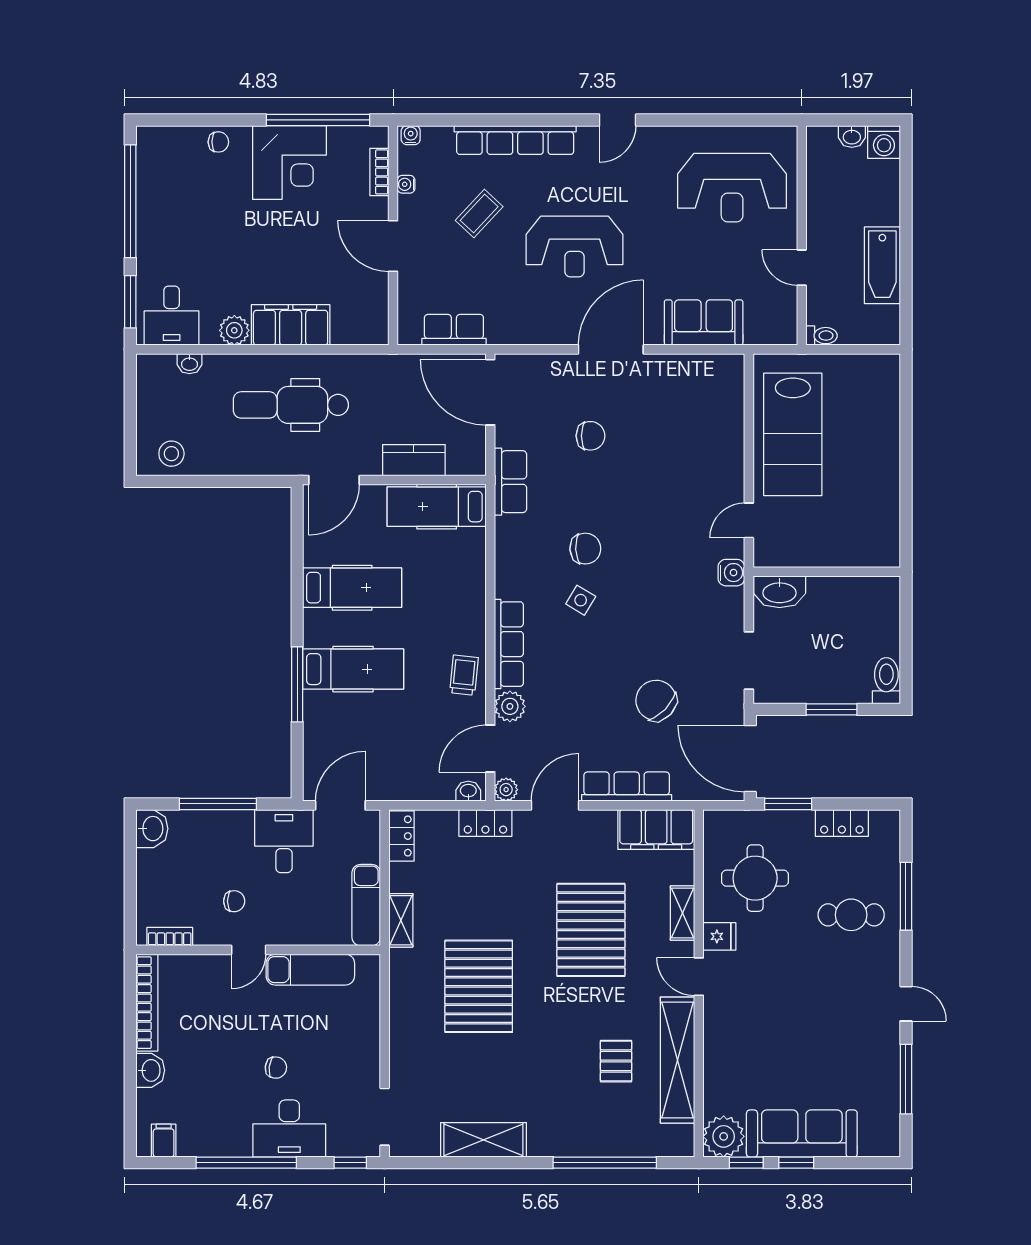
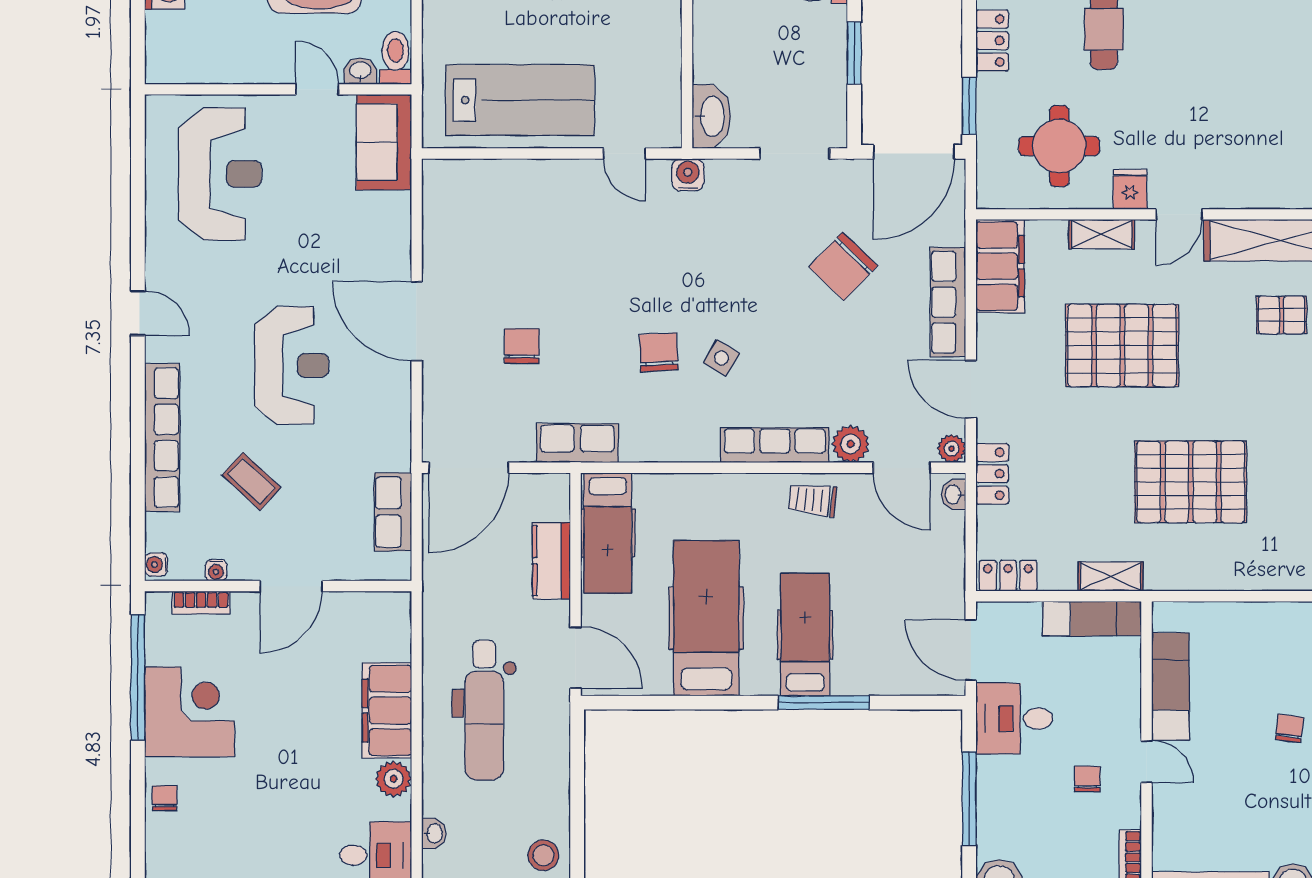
washbasin: (852, 136) -> (360, 71), moved, turned -90
door: (802, 268) -> (317, 89), swing flipped
sofa: (704, 323) -> (384, 142), moved
toilet: (822, 336) -> (396, 58), width x1.37, depth x1.39
hospital bed: (352, 588) -> (706, 618), width x1.37, depth x1.29

